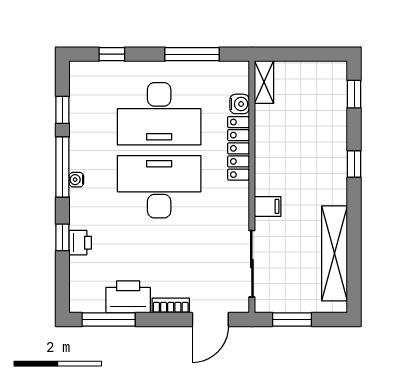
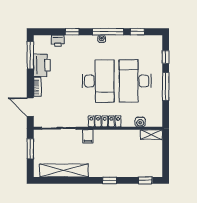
window: (192, 54) -> (166, 87), moved
locker: (238, 148) -> (105, 121), moved
printer: (80, 243) -> (58, 41), moved

